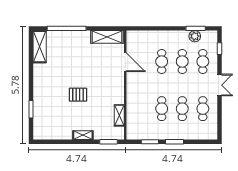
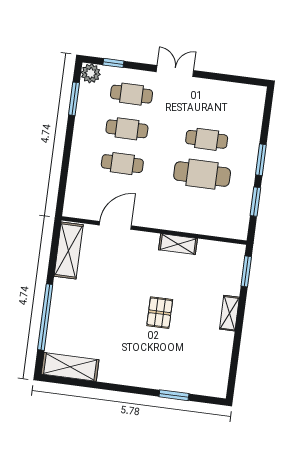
plant: (195, 36) -> (91, 73), moved
cafe table: (162, 109) -> (202, 174), width x1.37, depth x1.35
cafe table: (203, 109) -> (211, 105), removed
shelving: (119, 115) -> (178, 244), moved

